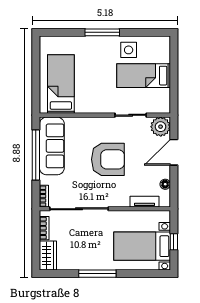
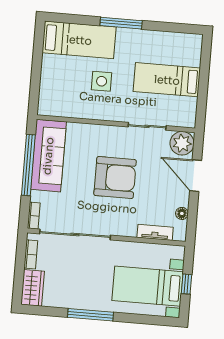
side table: (129, 50) -> (102, 81), moved
bed: (61, 84) -> (79, 40), moved, turned 90
door: (174, 152) -> (196, 176), hinge flipped

